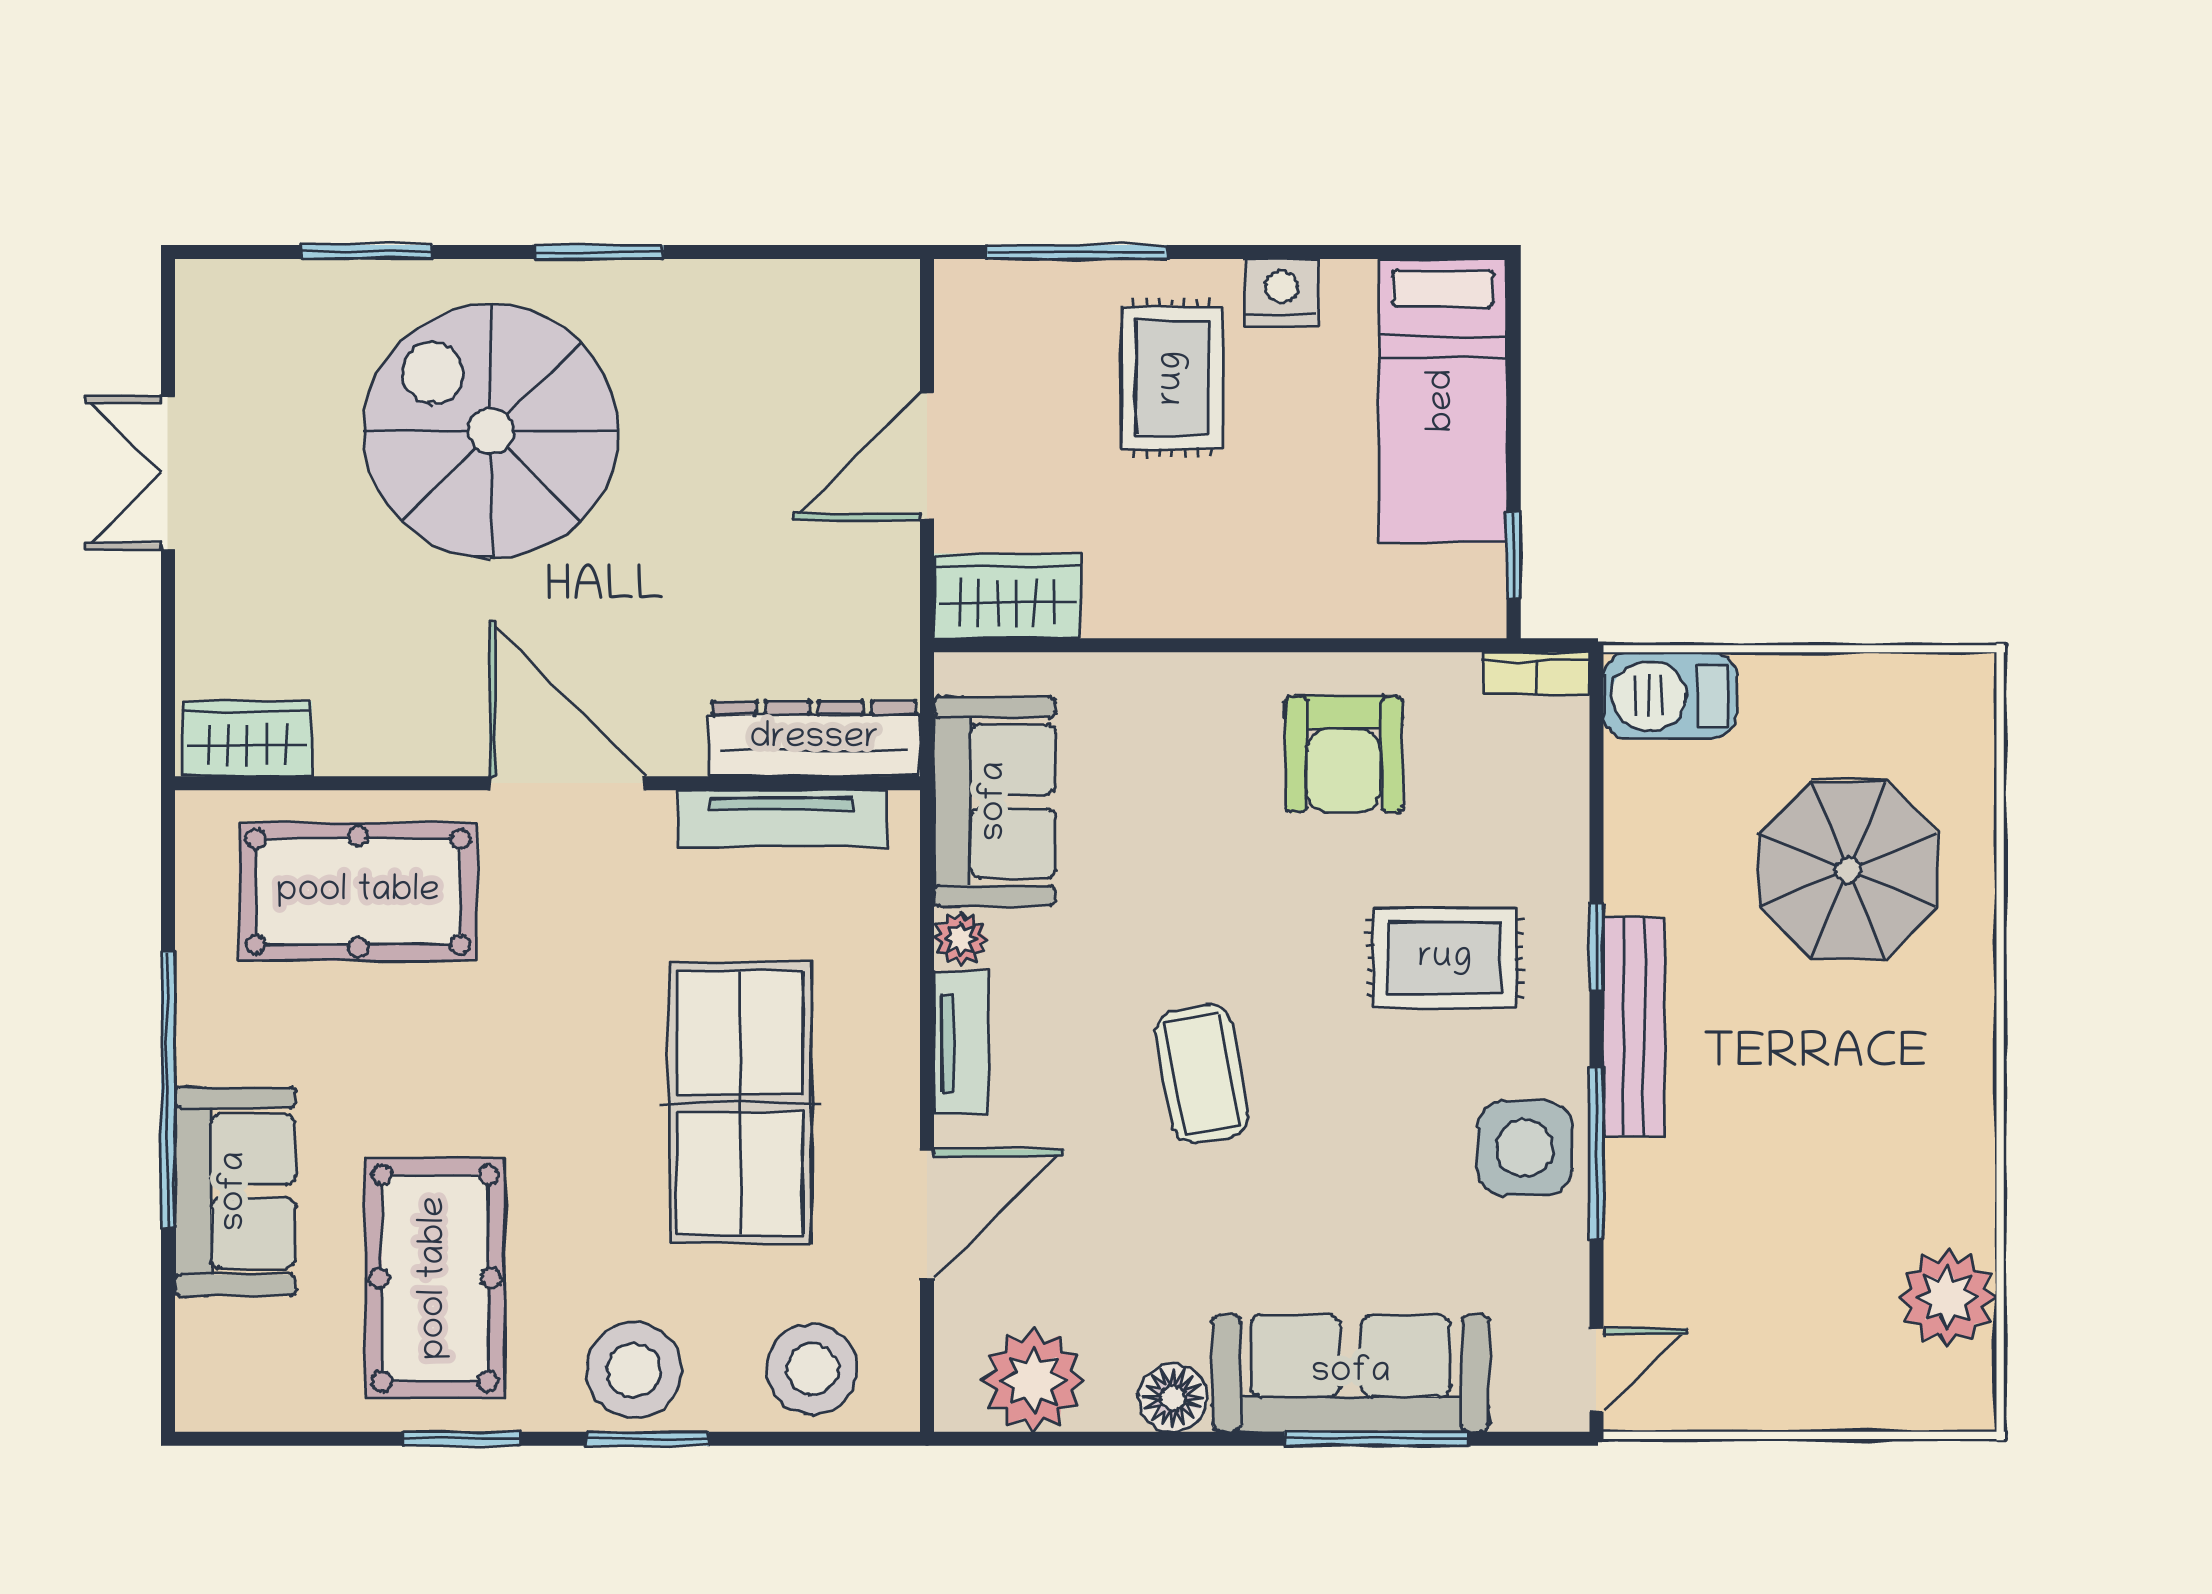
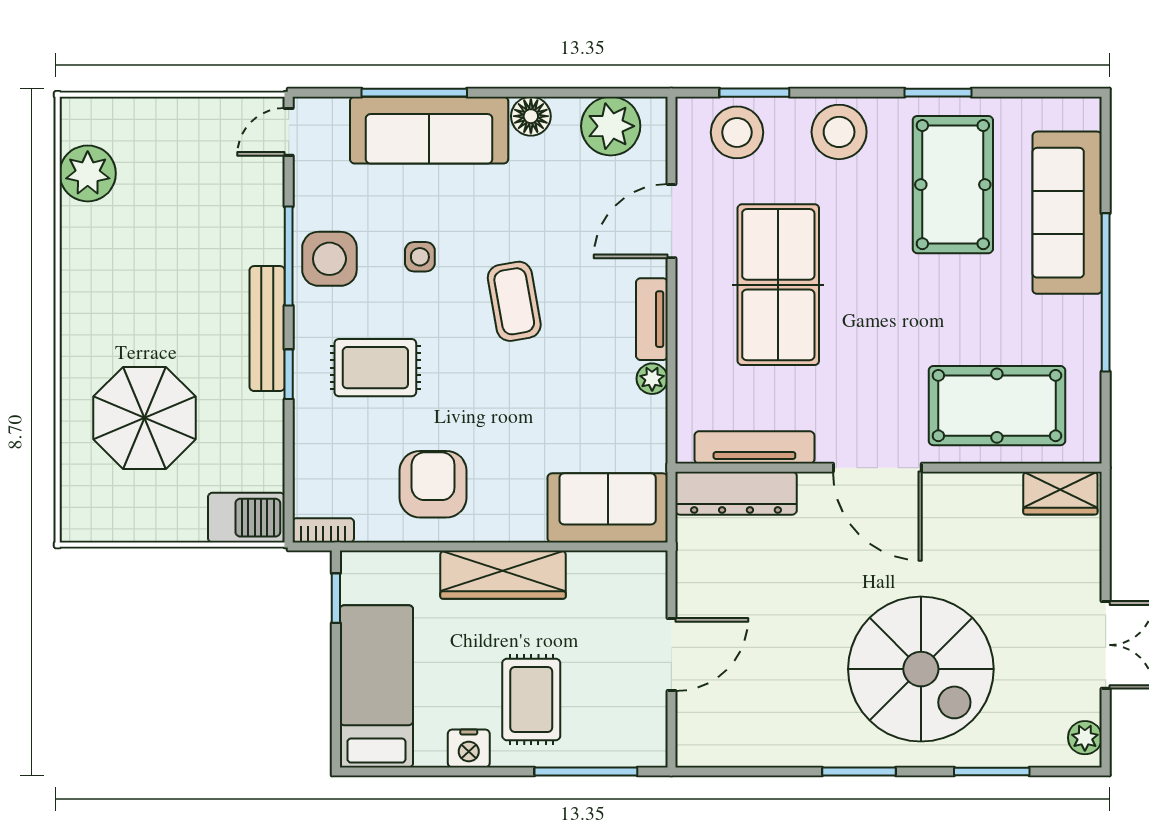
plant: (204, 311) -> (1085, 738), added
wardrobe: (1007, 596) -> (503, 575), moved, width x1.50
sofa: (995, 801) -> (608, 508), moved, turned 90
side table: (1367, 1152) -> (420, 257), added
sofa: (235, 1191) -> (1067, 213), width x1.36
window: (648, 1439) -> (754, 93), moved

